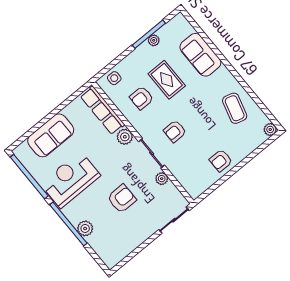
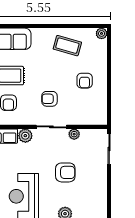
armchair: (175, 131) -> (49, 99), turned 90
armchair: (221, 160) -> (85, 81), moved
armchair: (122, 199) -> (65, 172), turned 90

